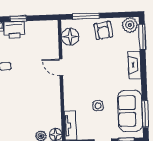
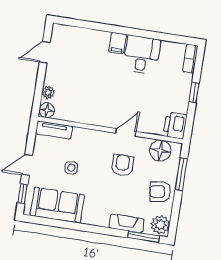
printer: (15, 30) -> (175, 125), moved
armchair: (88, 65) -> (122, 165), added
fireplace: (135, 65) -> (127, 223), moved
window: (145, 114) -> (50, 222), removed

